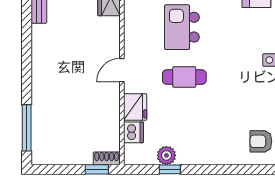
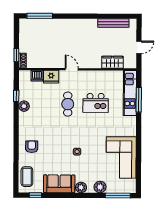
kitchen island: (182, 27) -> (96, 103), turned 180
plant: (166, 155) -> (24, 106), moved

